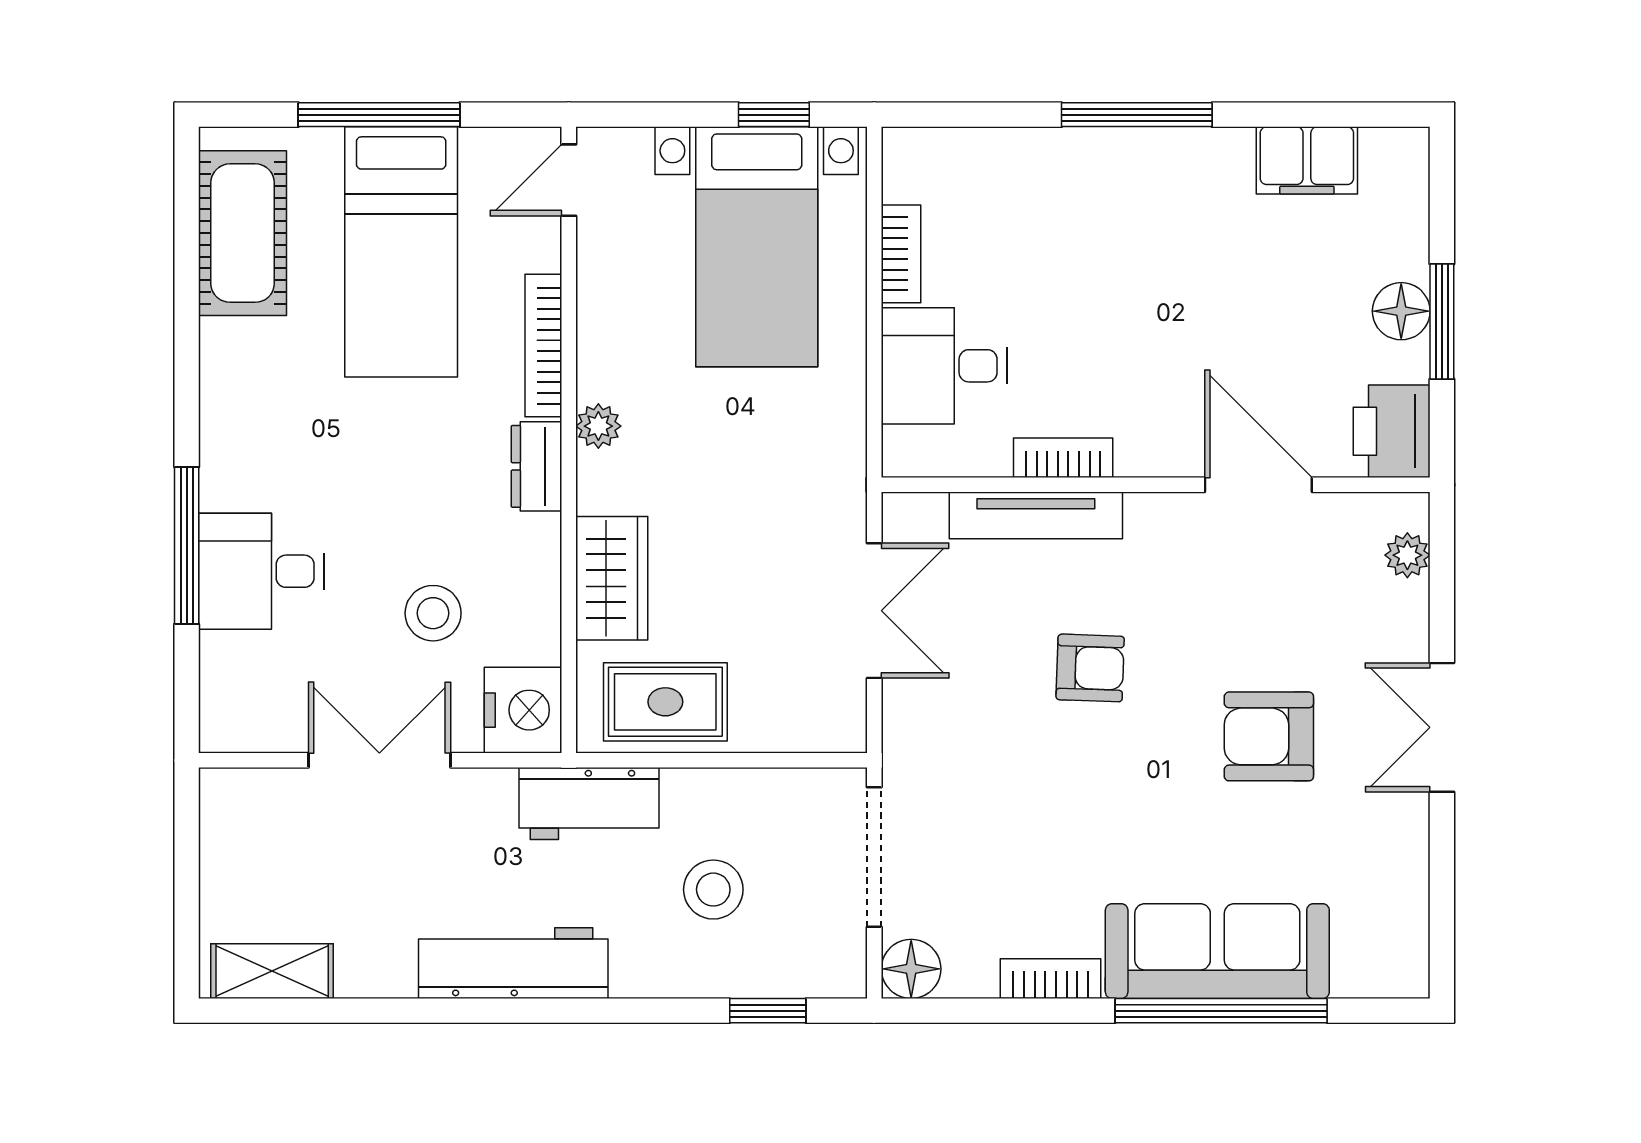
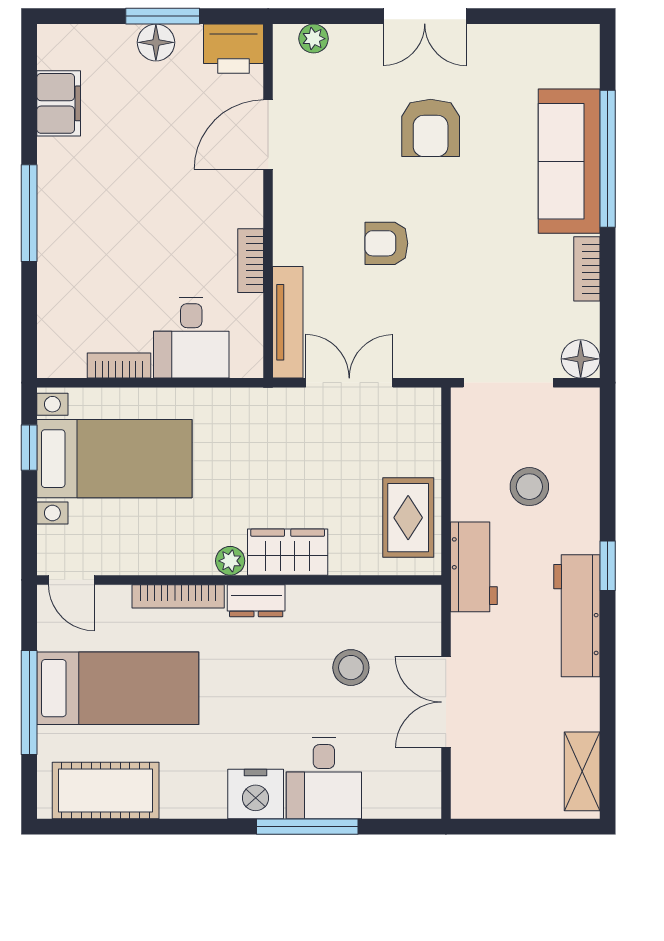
tv unit: (1036, 515) -> (288, 322), moved
wardrobe: (612, 578) -> (288, 552), moved
armchair: (1090, 668) -> (386, 243), turned -92
nightstand: (523, 710) -> (256, 794), moved, turned 180
window: (768, 1011) -> (608, 566), moved

